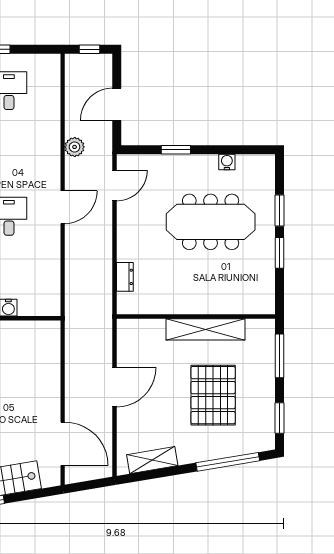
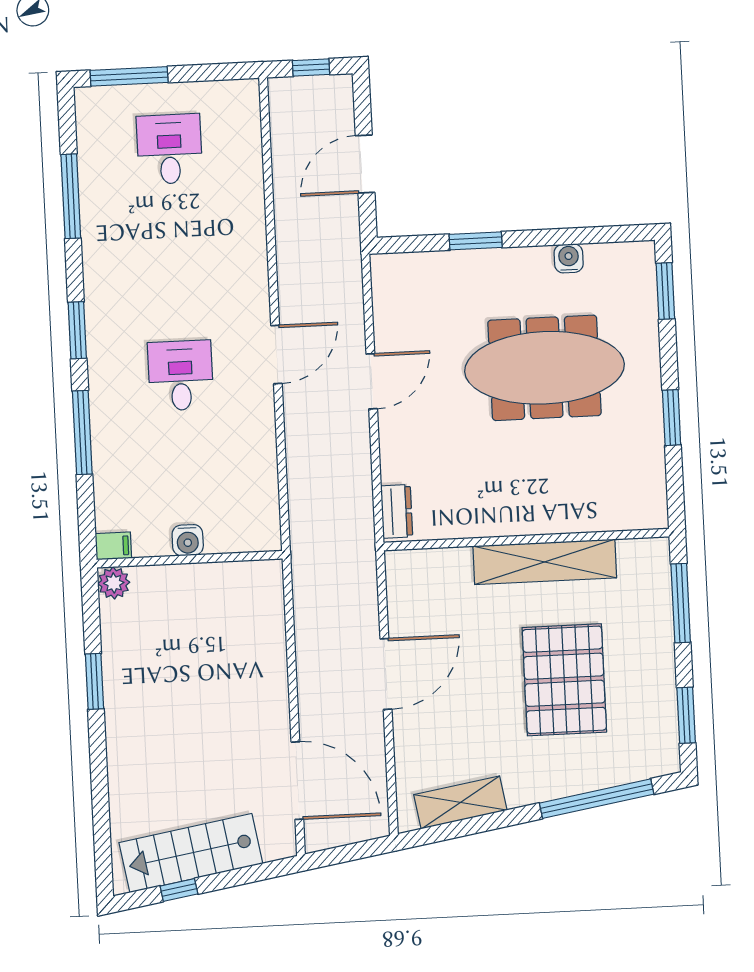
plant: (75, 147) -> (293, 245), removed
door: (115, 185) -> (372, 381), moved
window: (280, 210) -> (665, 291), moved
dresser: (125, 277) -> (397, 511), moved

